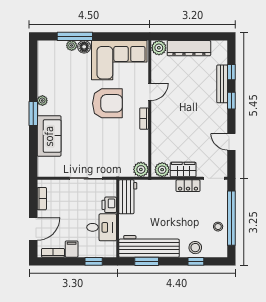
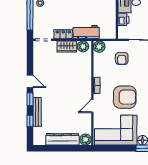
armchair: (107, 103) -> (125, 97), turned 180
door: (231, 142) -> (30, 81), moved
armchair: (111, 154) -> (122, 58), added
workbench: (128, 197) -> (86, 32), moved, turned 90

